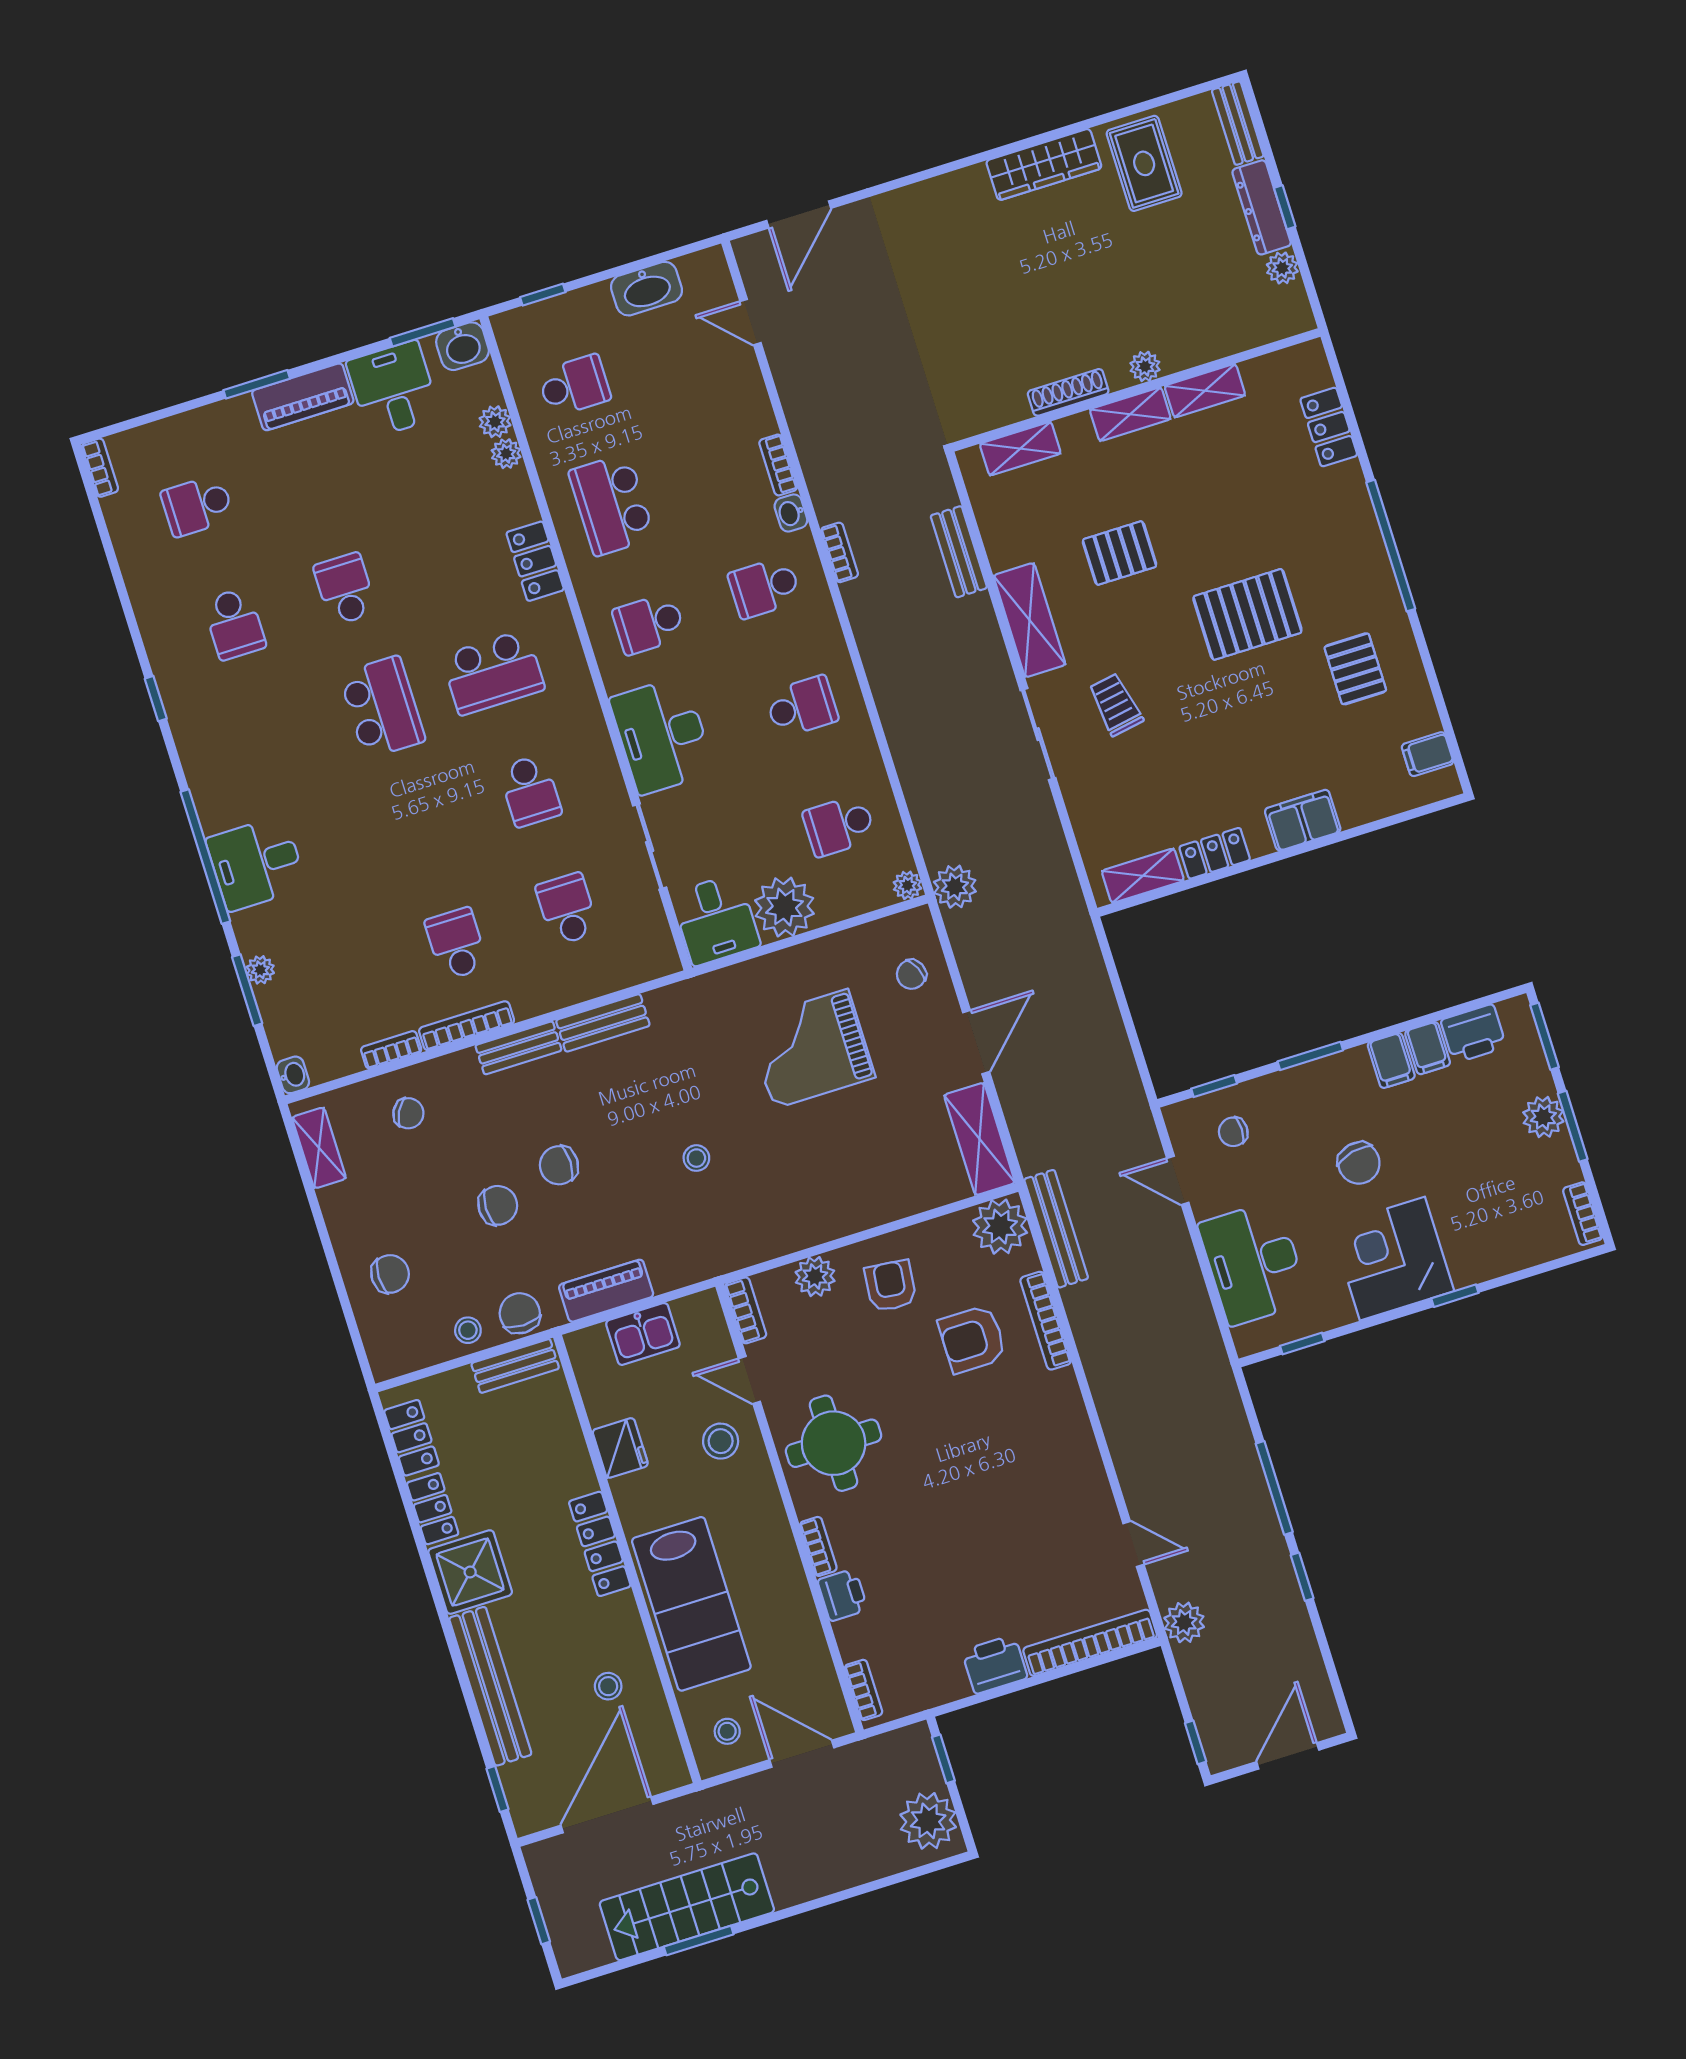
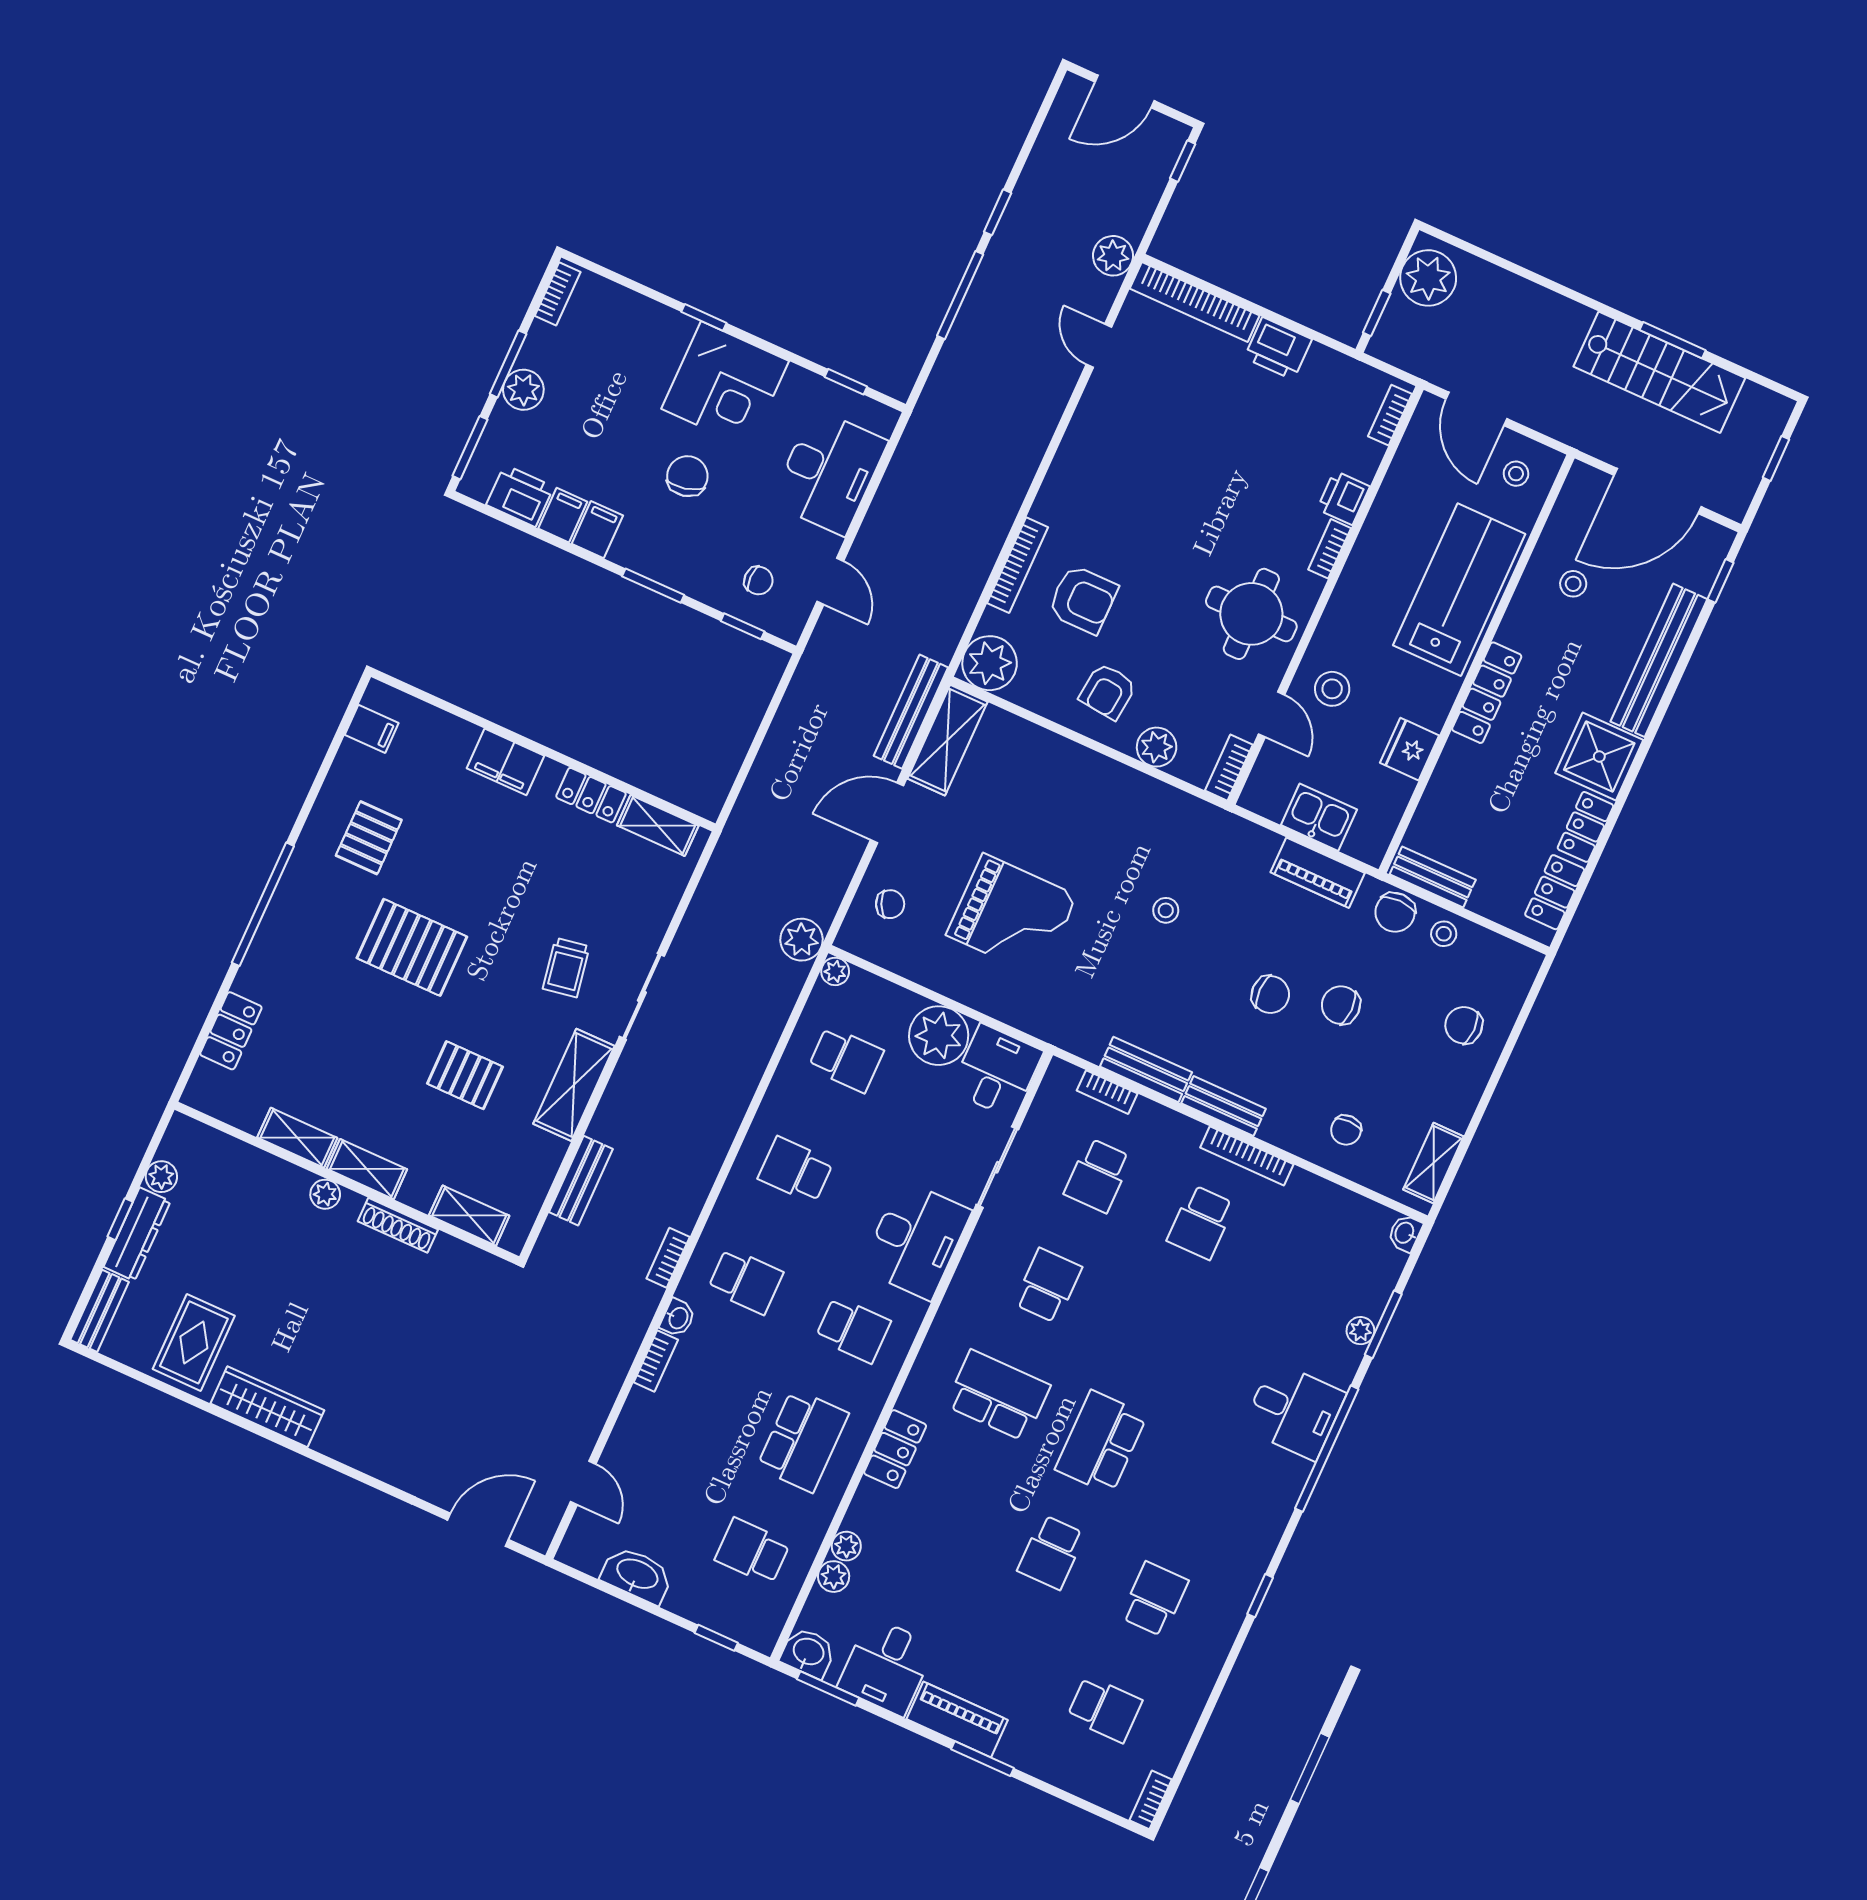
bookcase: (391, 1050) -> (1107, 1092), moved
chair: (408, 1113) -> (1346, 1130), turned -118
bench: (1056, 1229) -> (911, 712), moved

